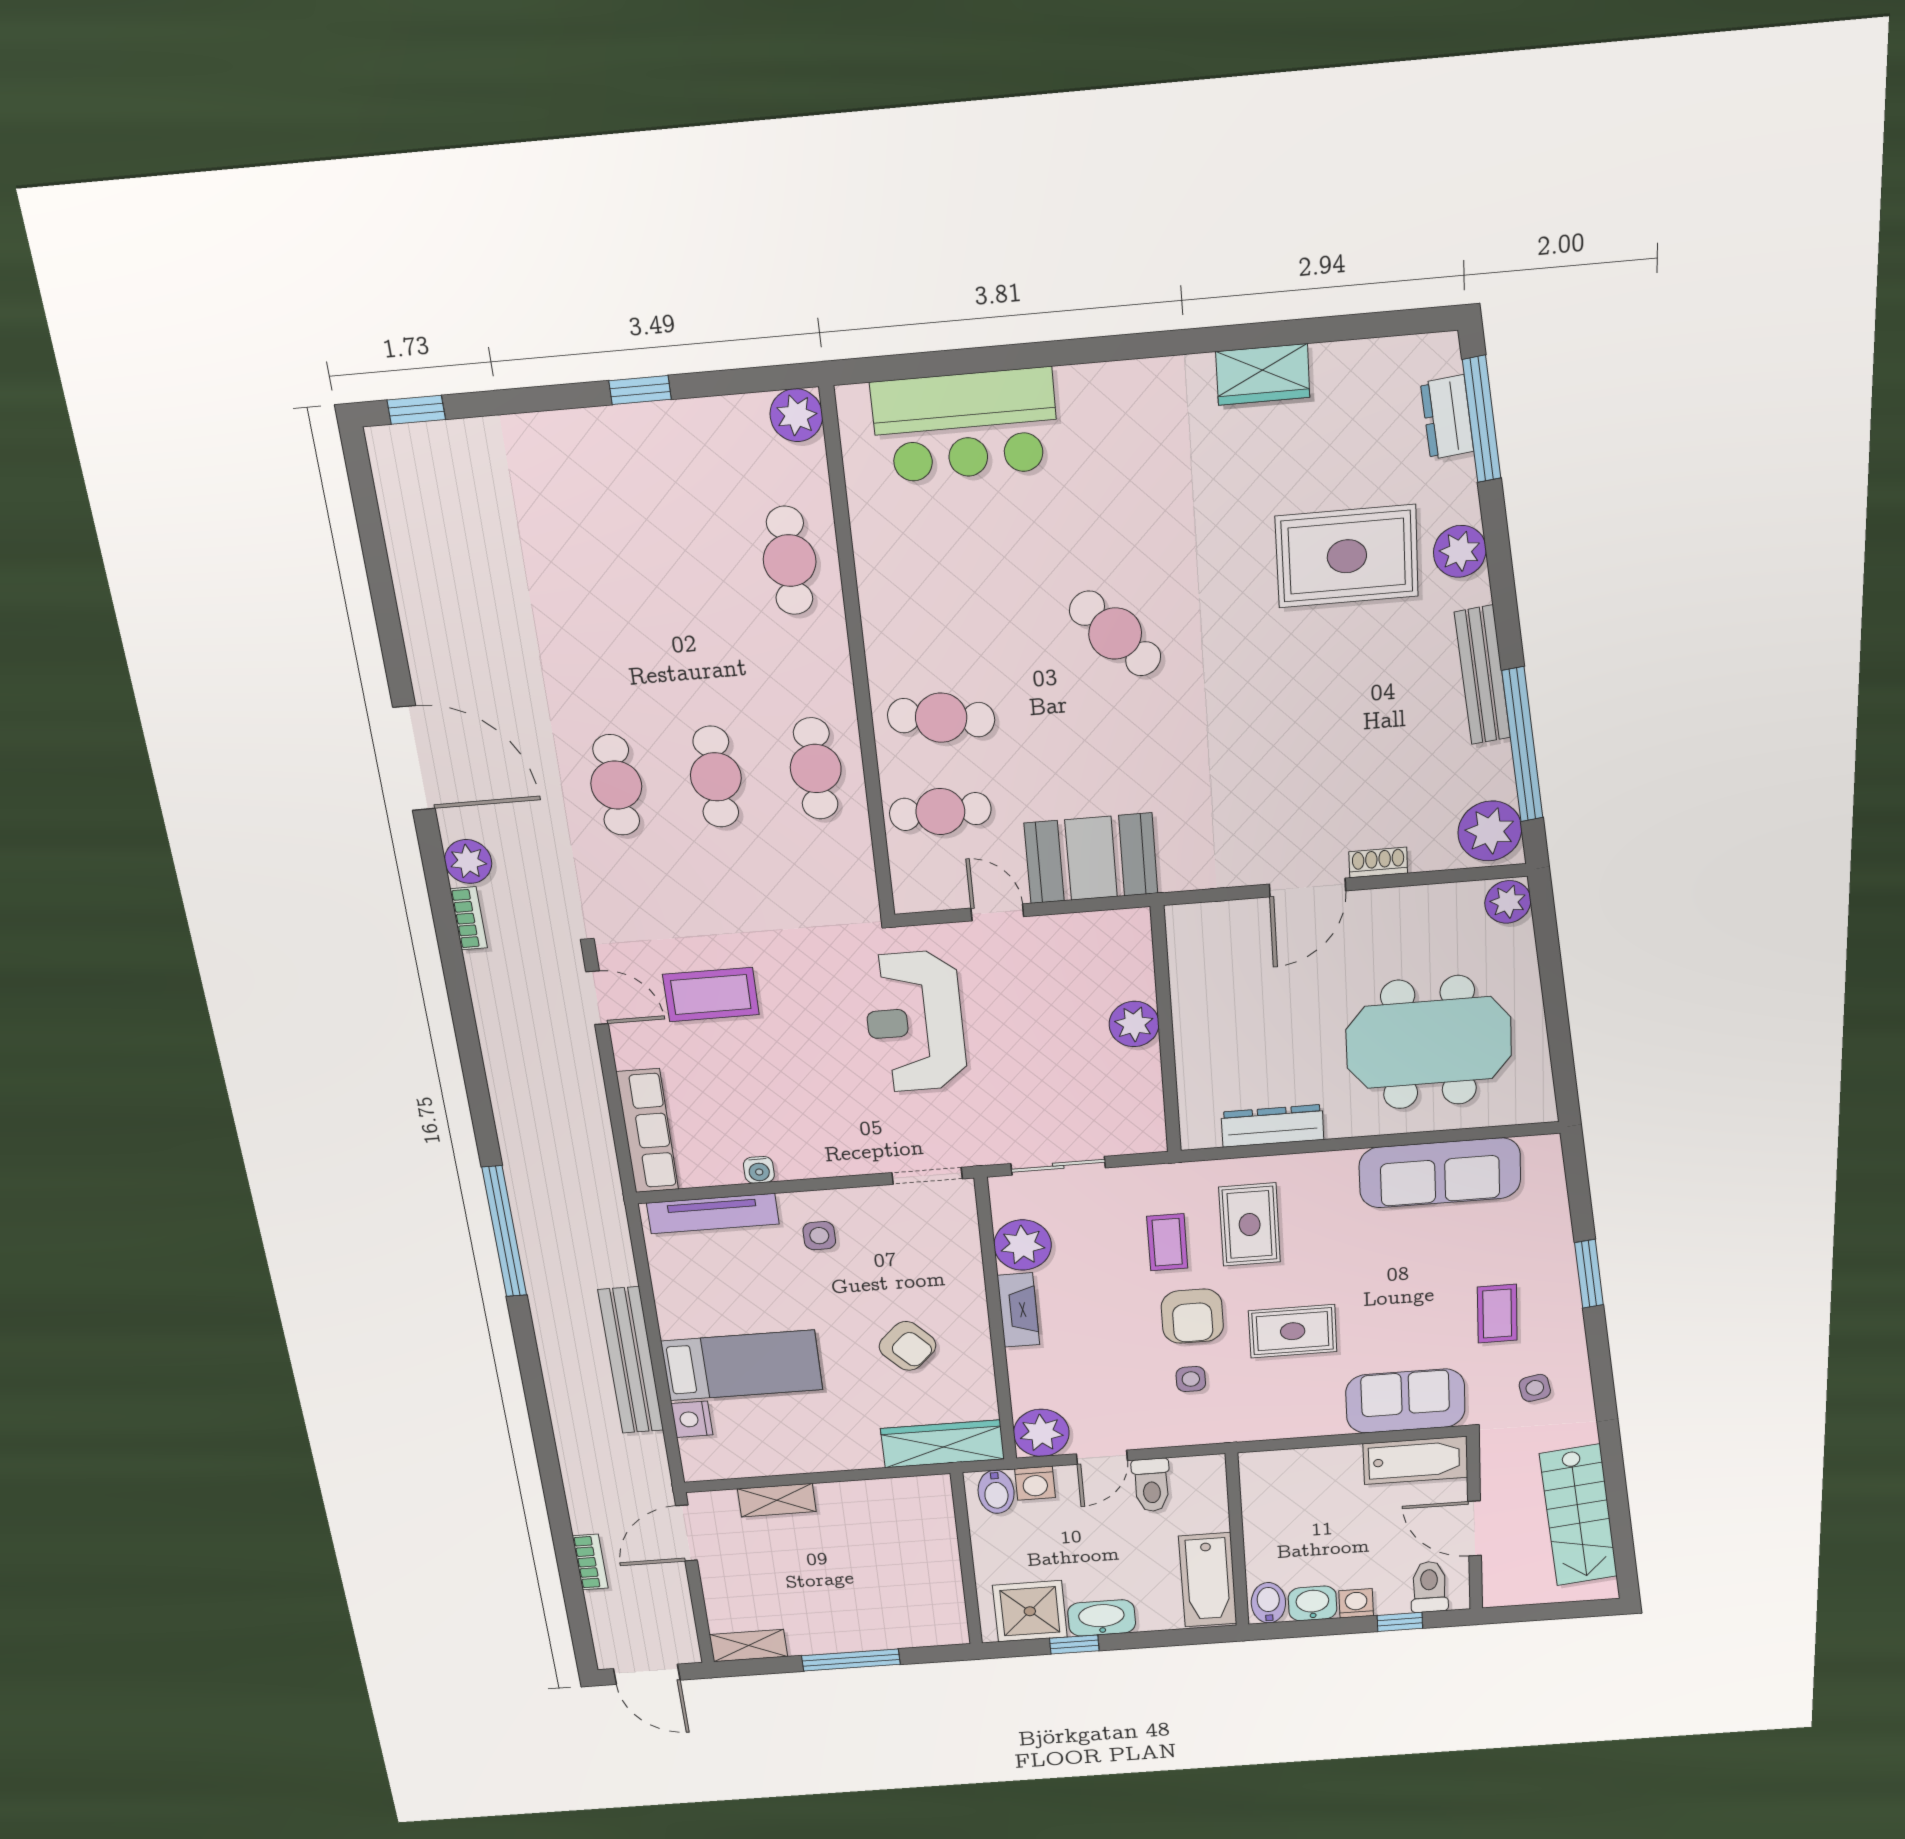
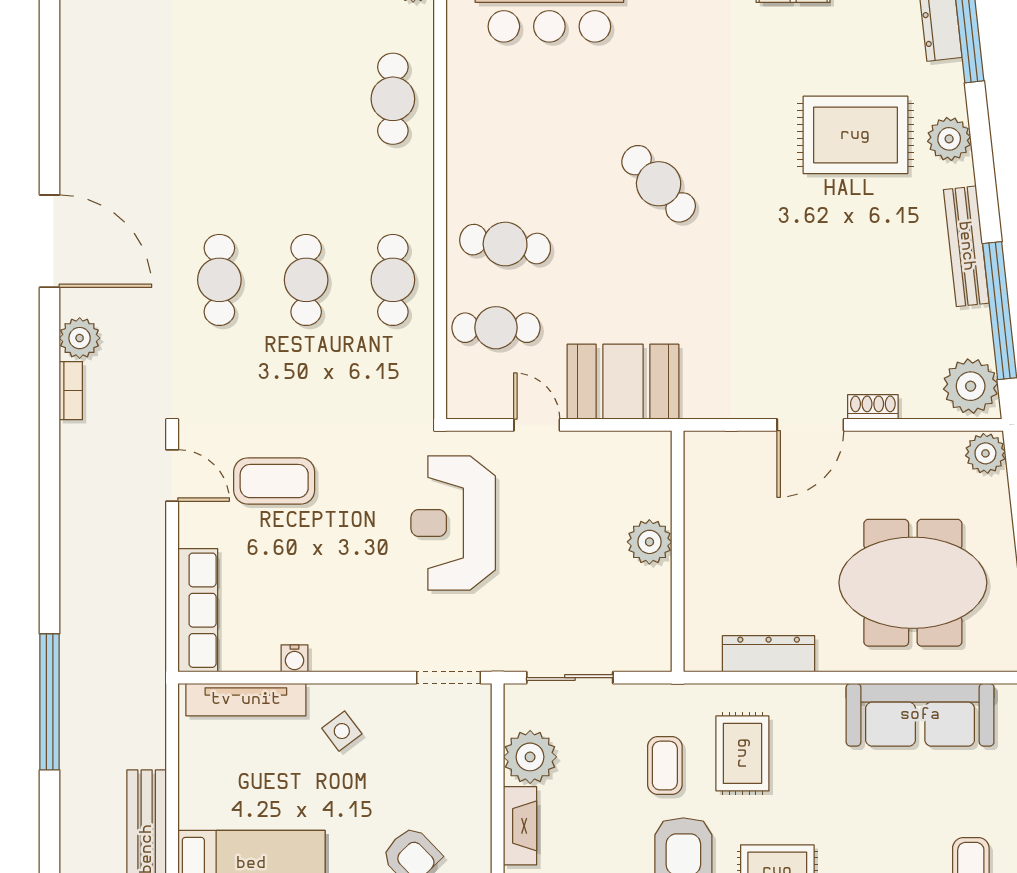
side table: (819, 1236) -> (342, 731), turned -37

